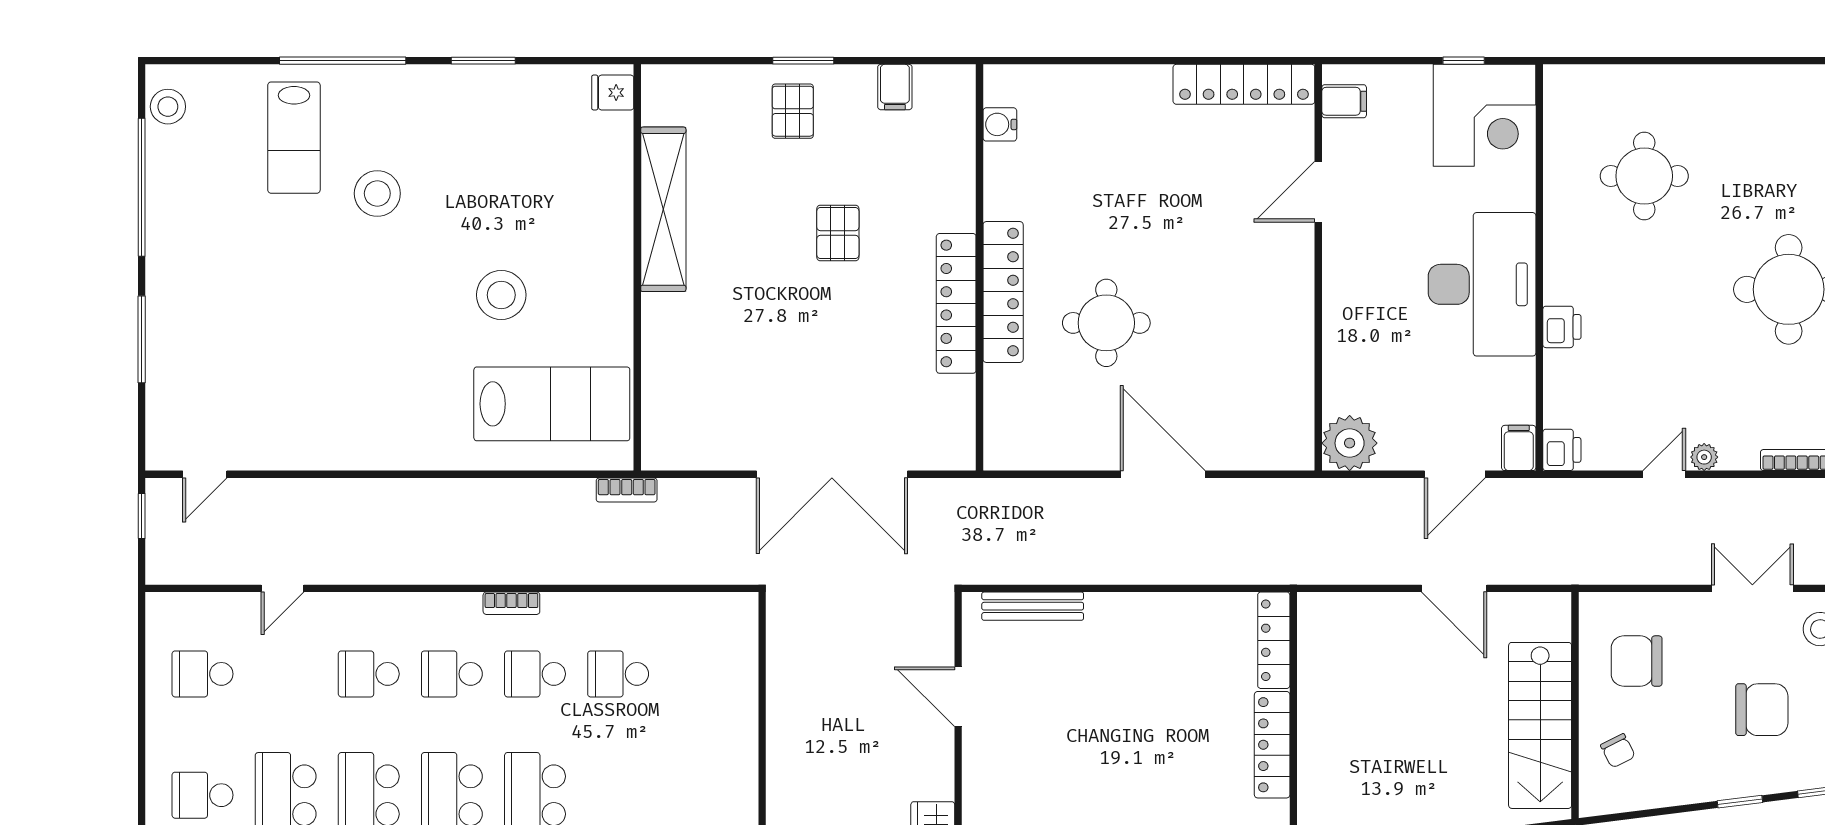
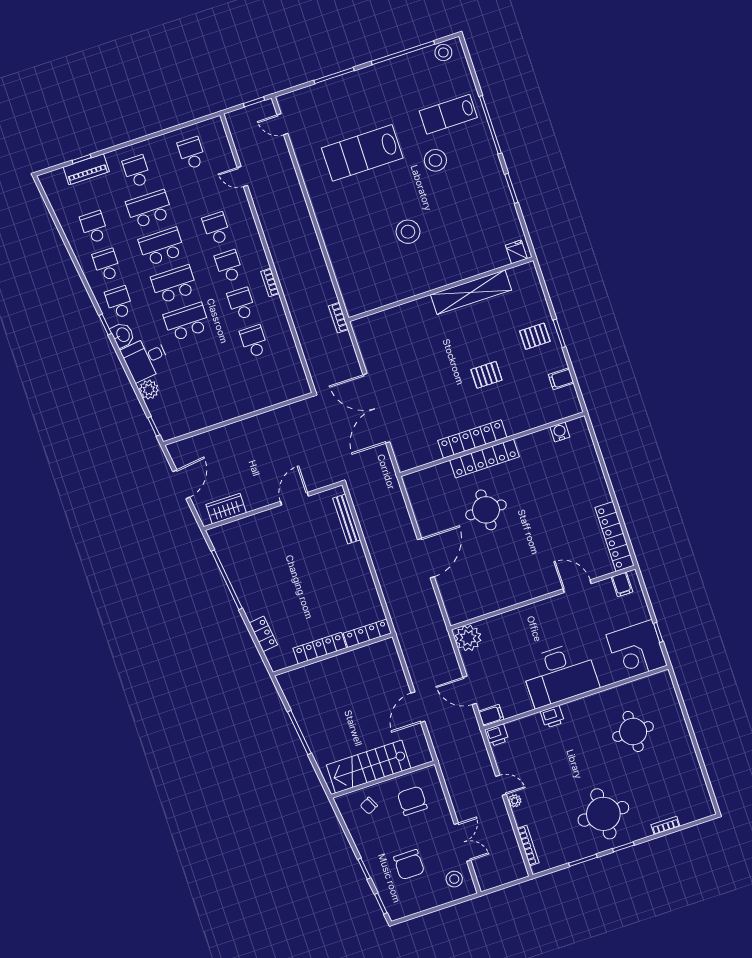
lab bench: (552, 404) -> (362, 153), moved, turned 90

